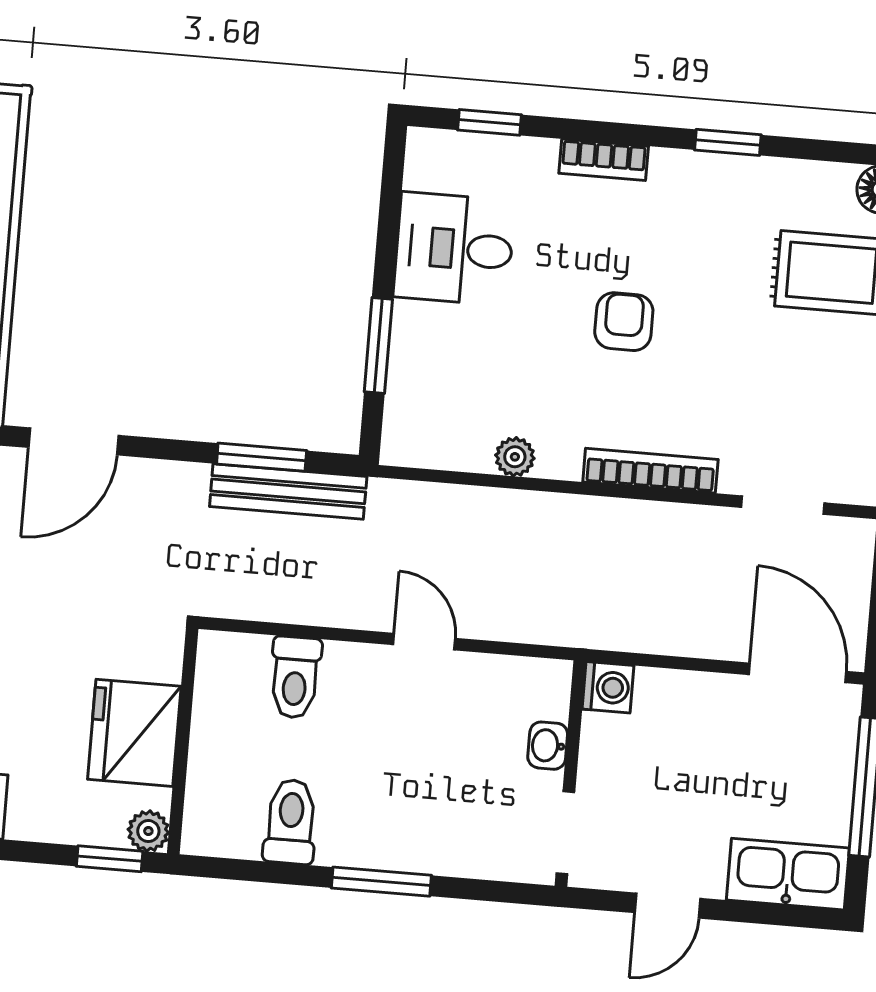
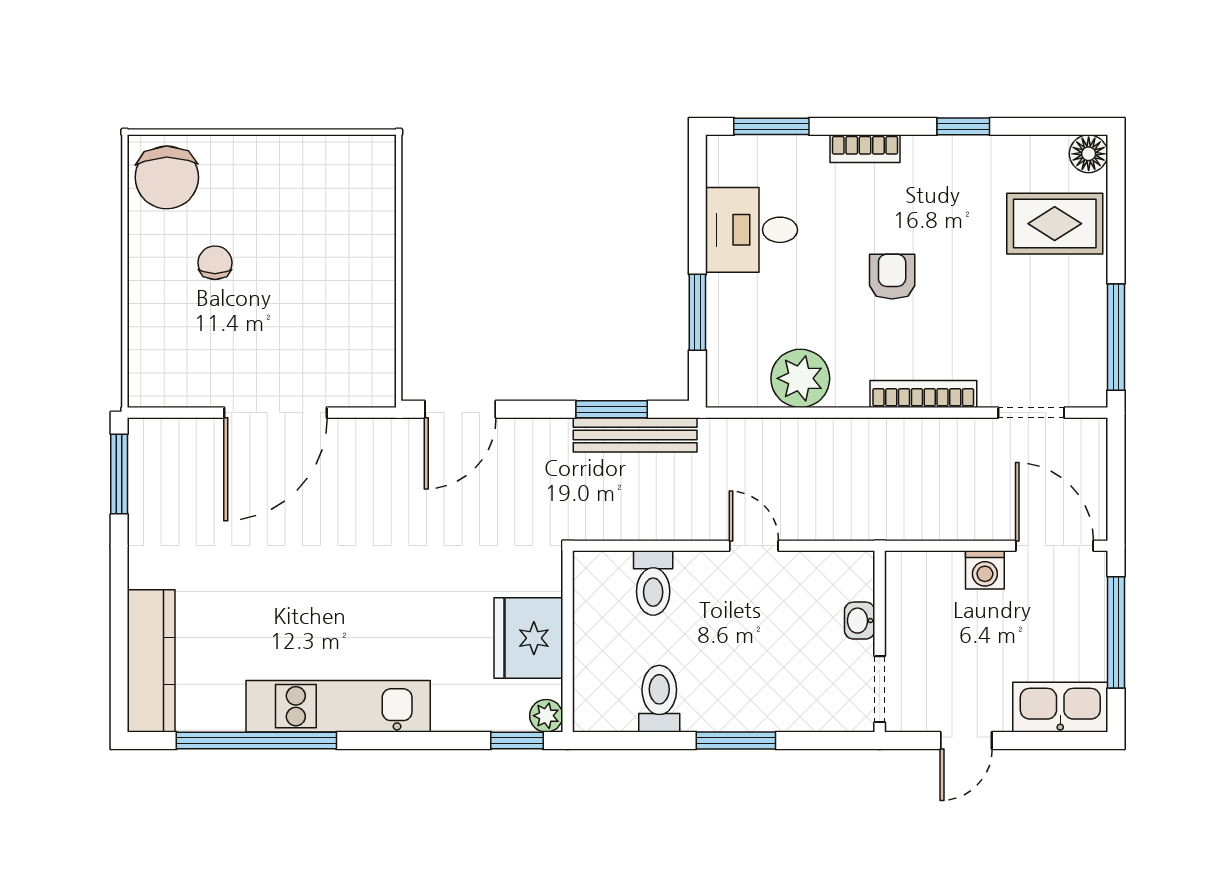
window: (490, 122) -> (771, 126), width x1.50
plant: (515, 457) -> (800, 378), width x1.88, depth x1.88
washing machine: (608, 687) -> (985, 570), moved, turned 90

